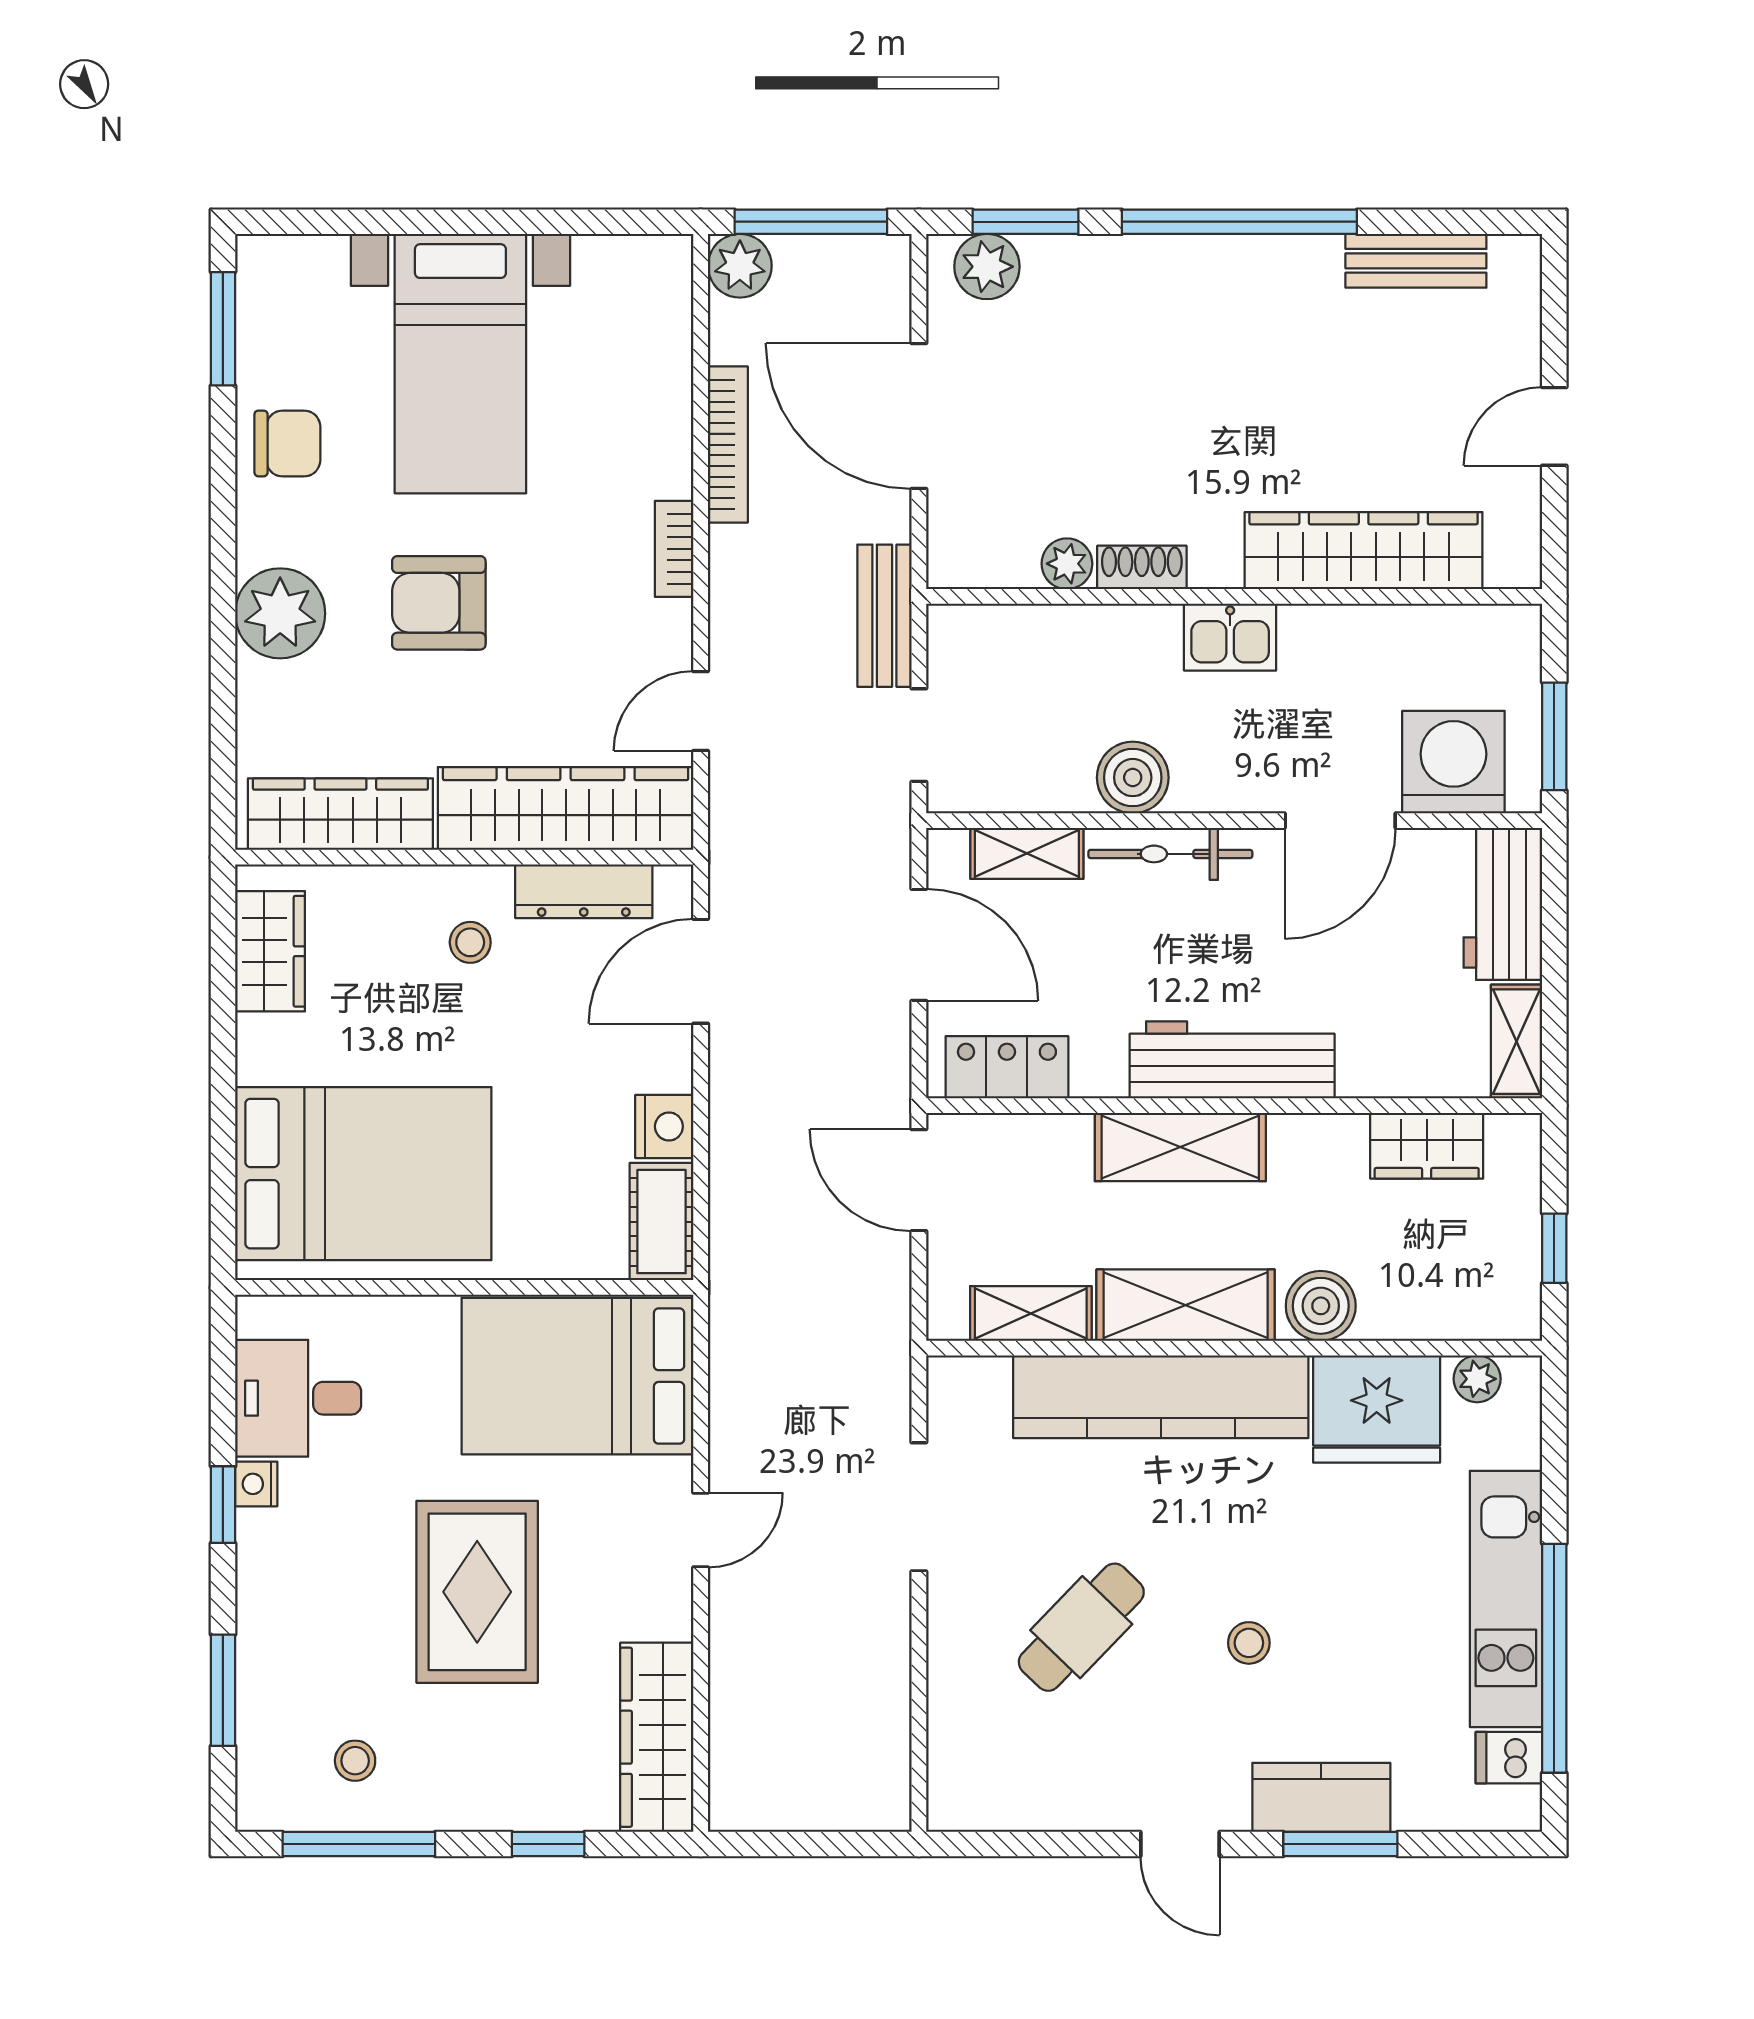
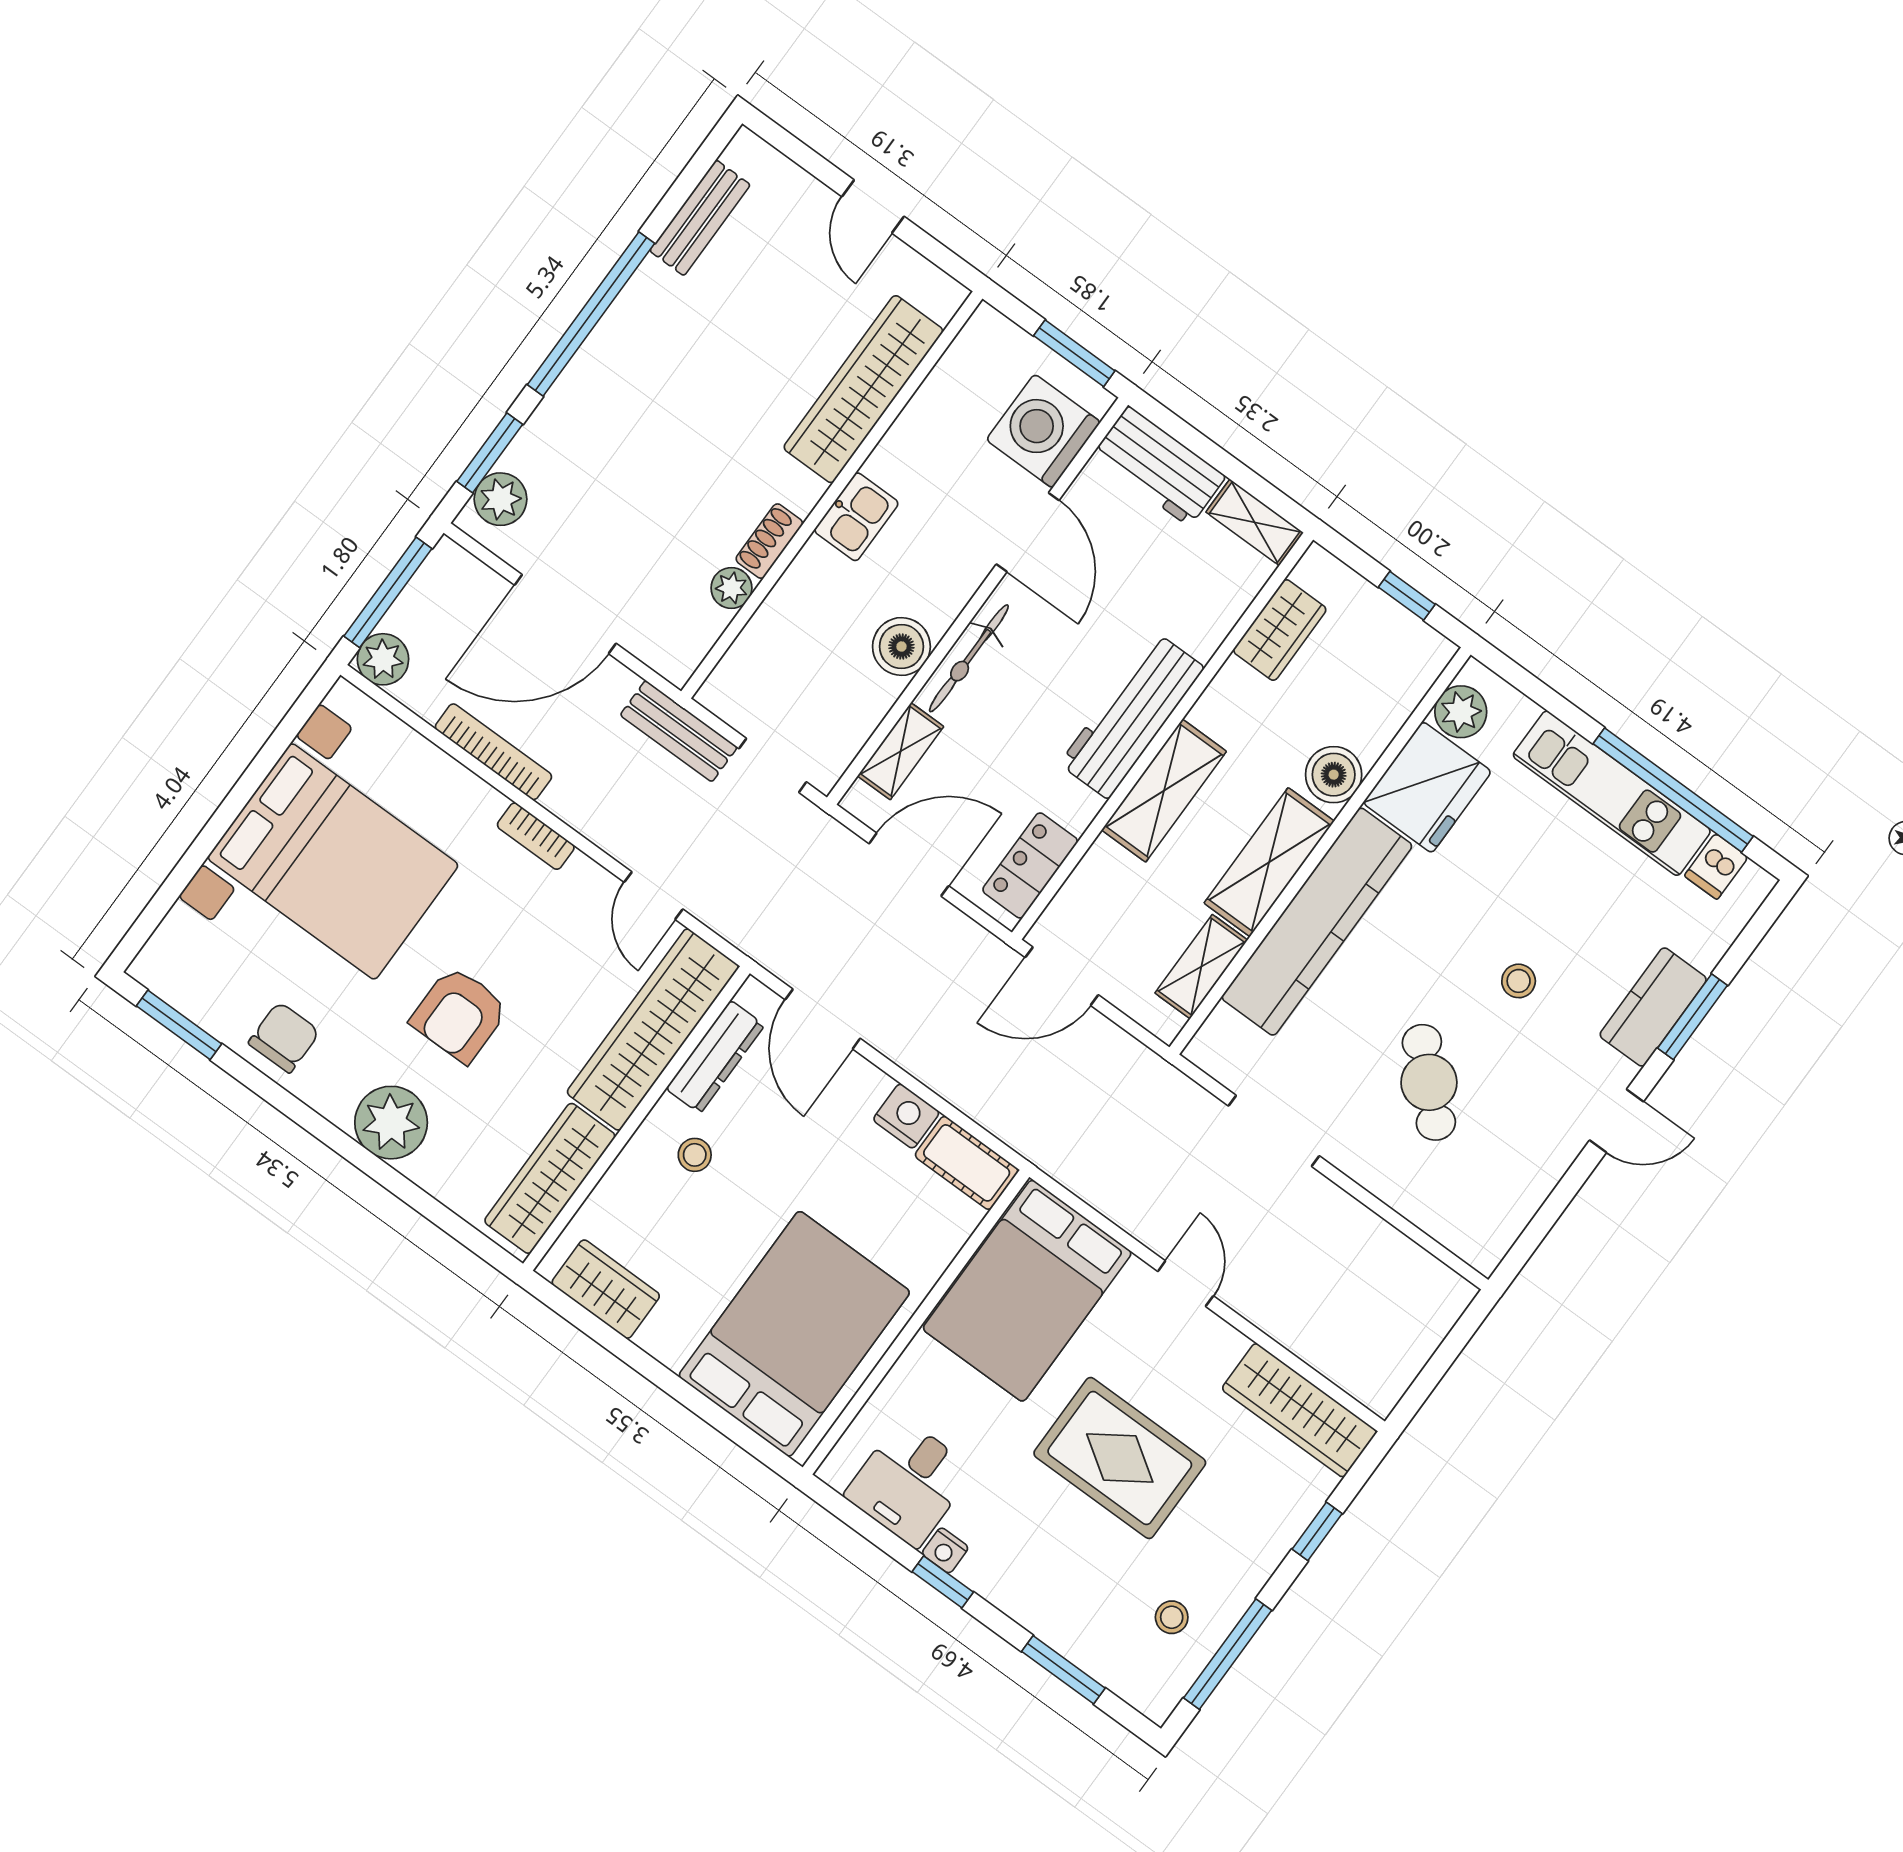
bed with nightstands: (460, 364) -> (333, 861), width x1.36
plant: (1477, 1379) -> (1461, 712), width x1.38, depth x1.38

